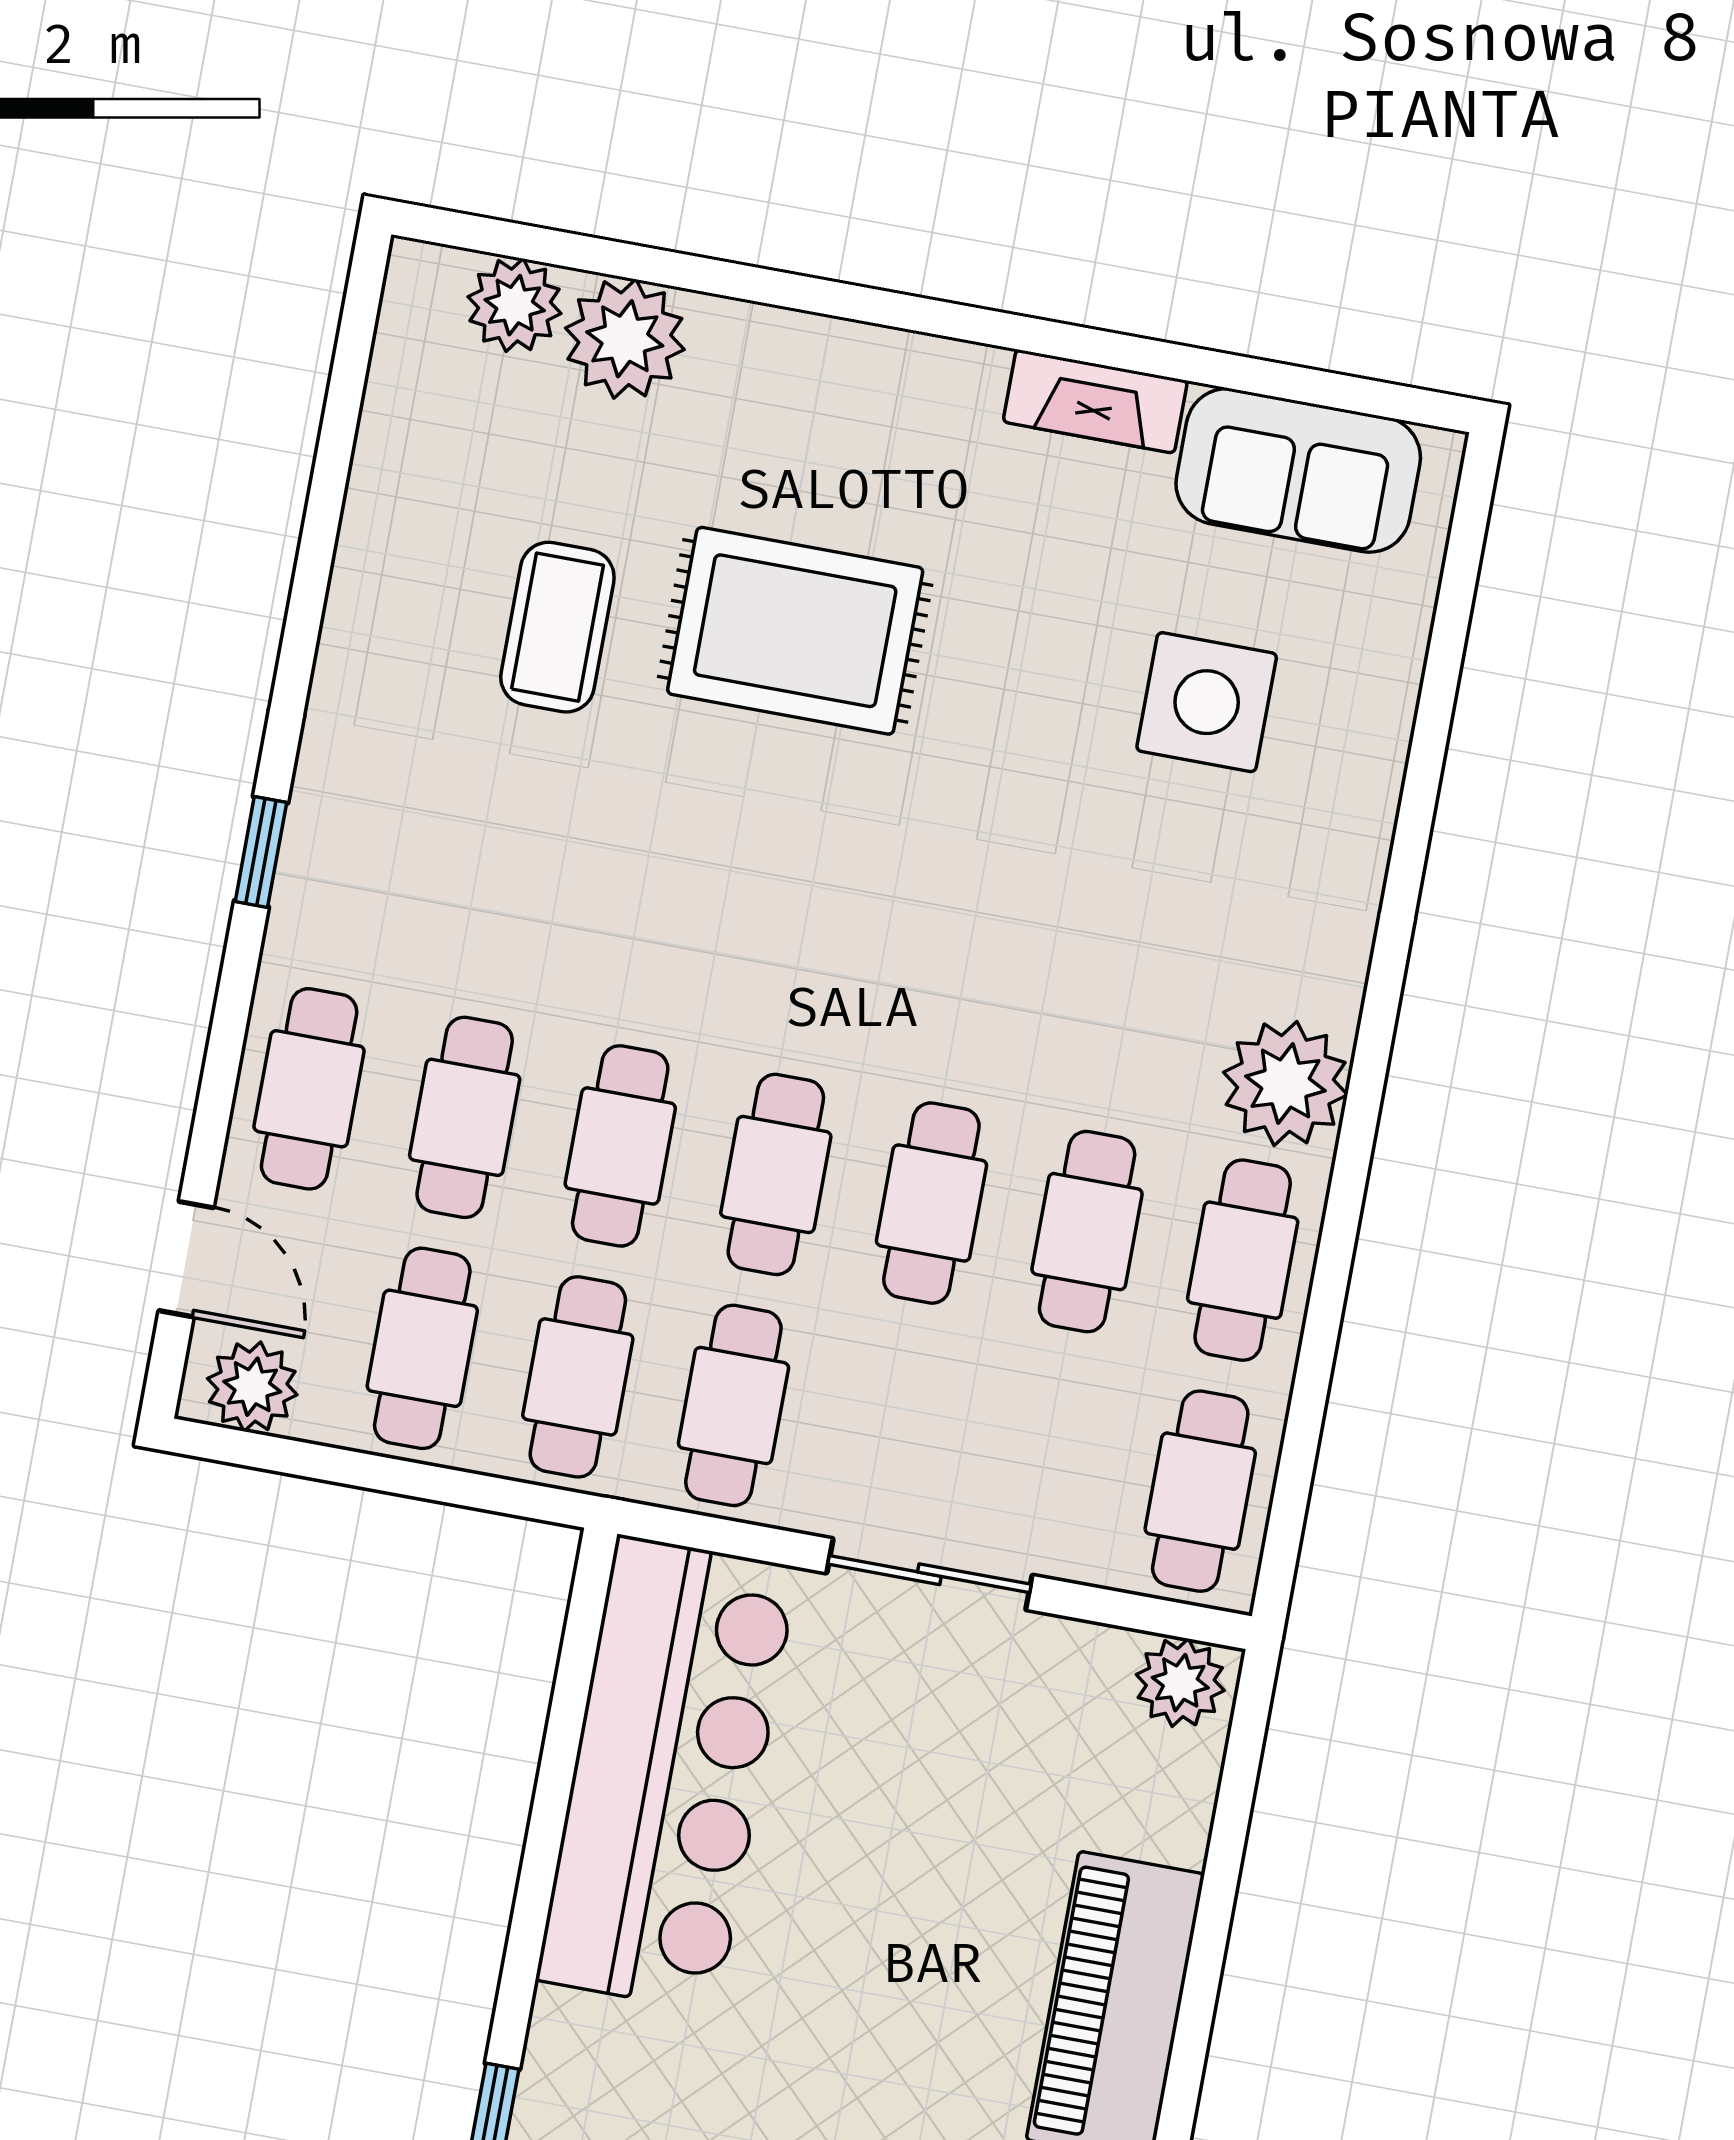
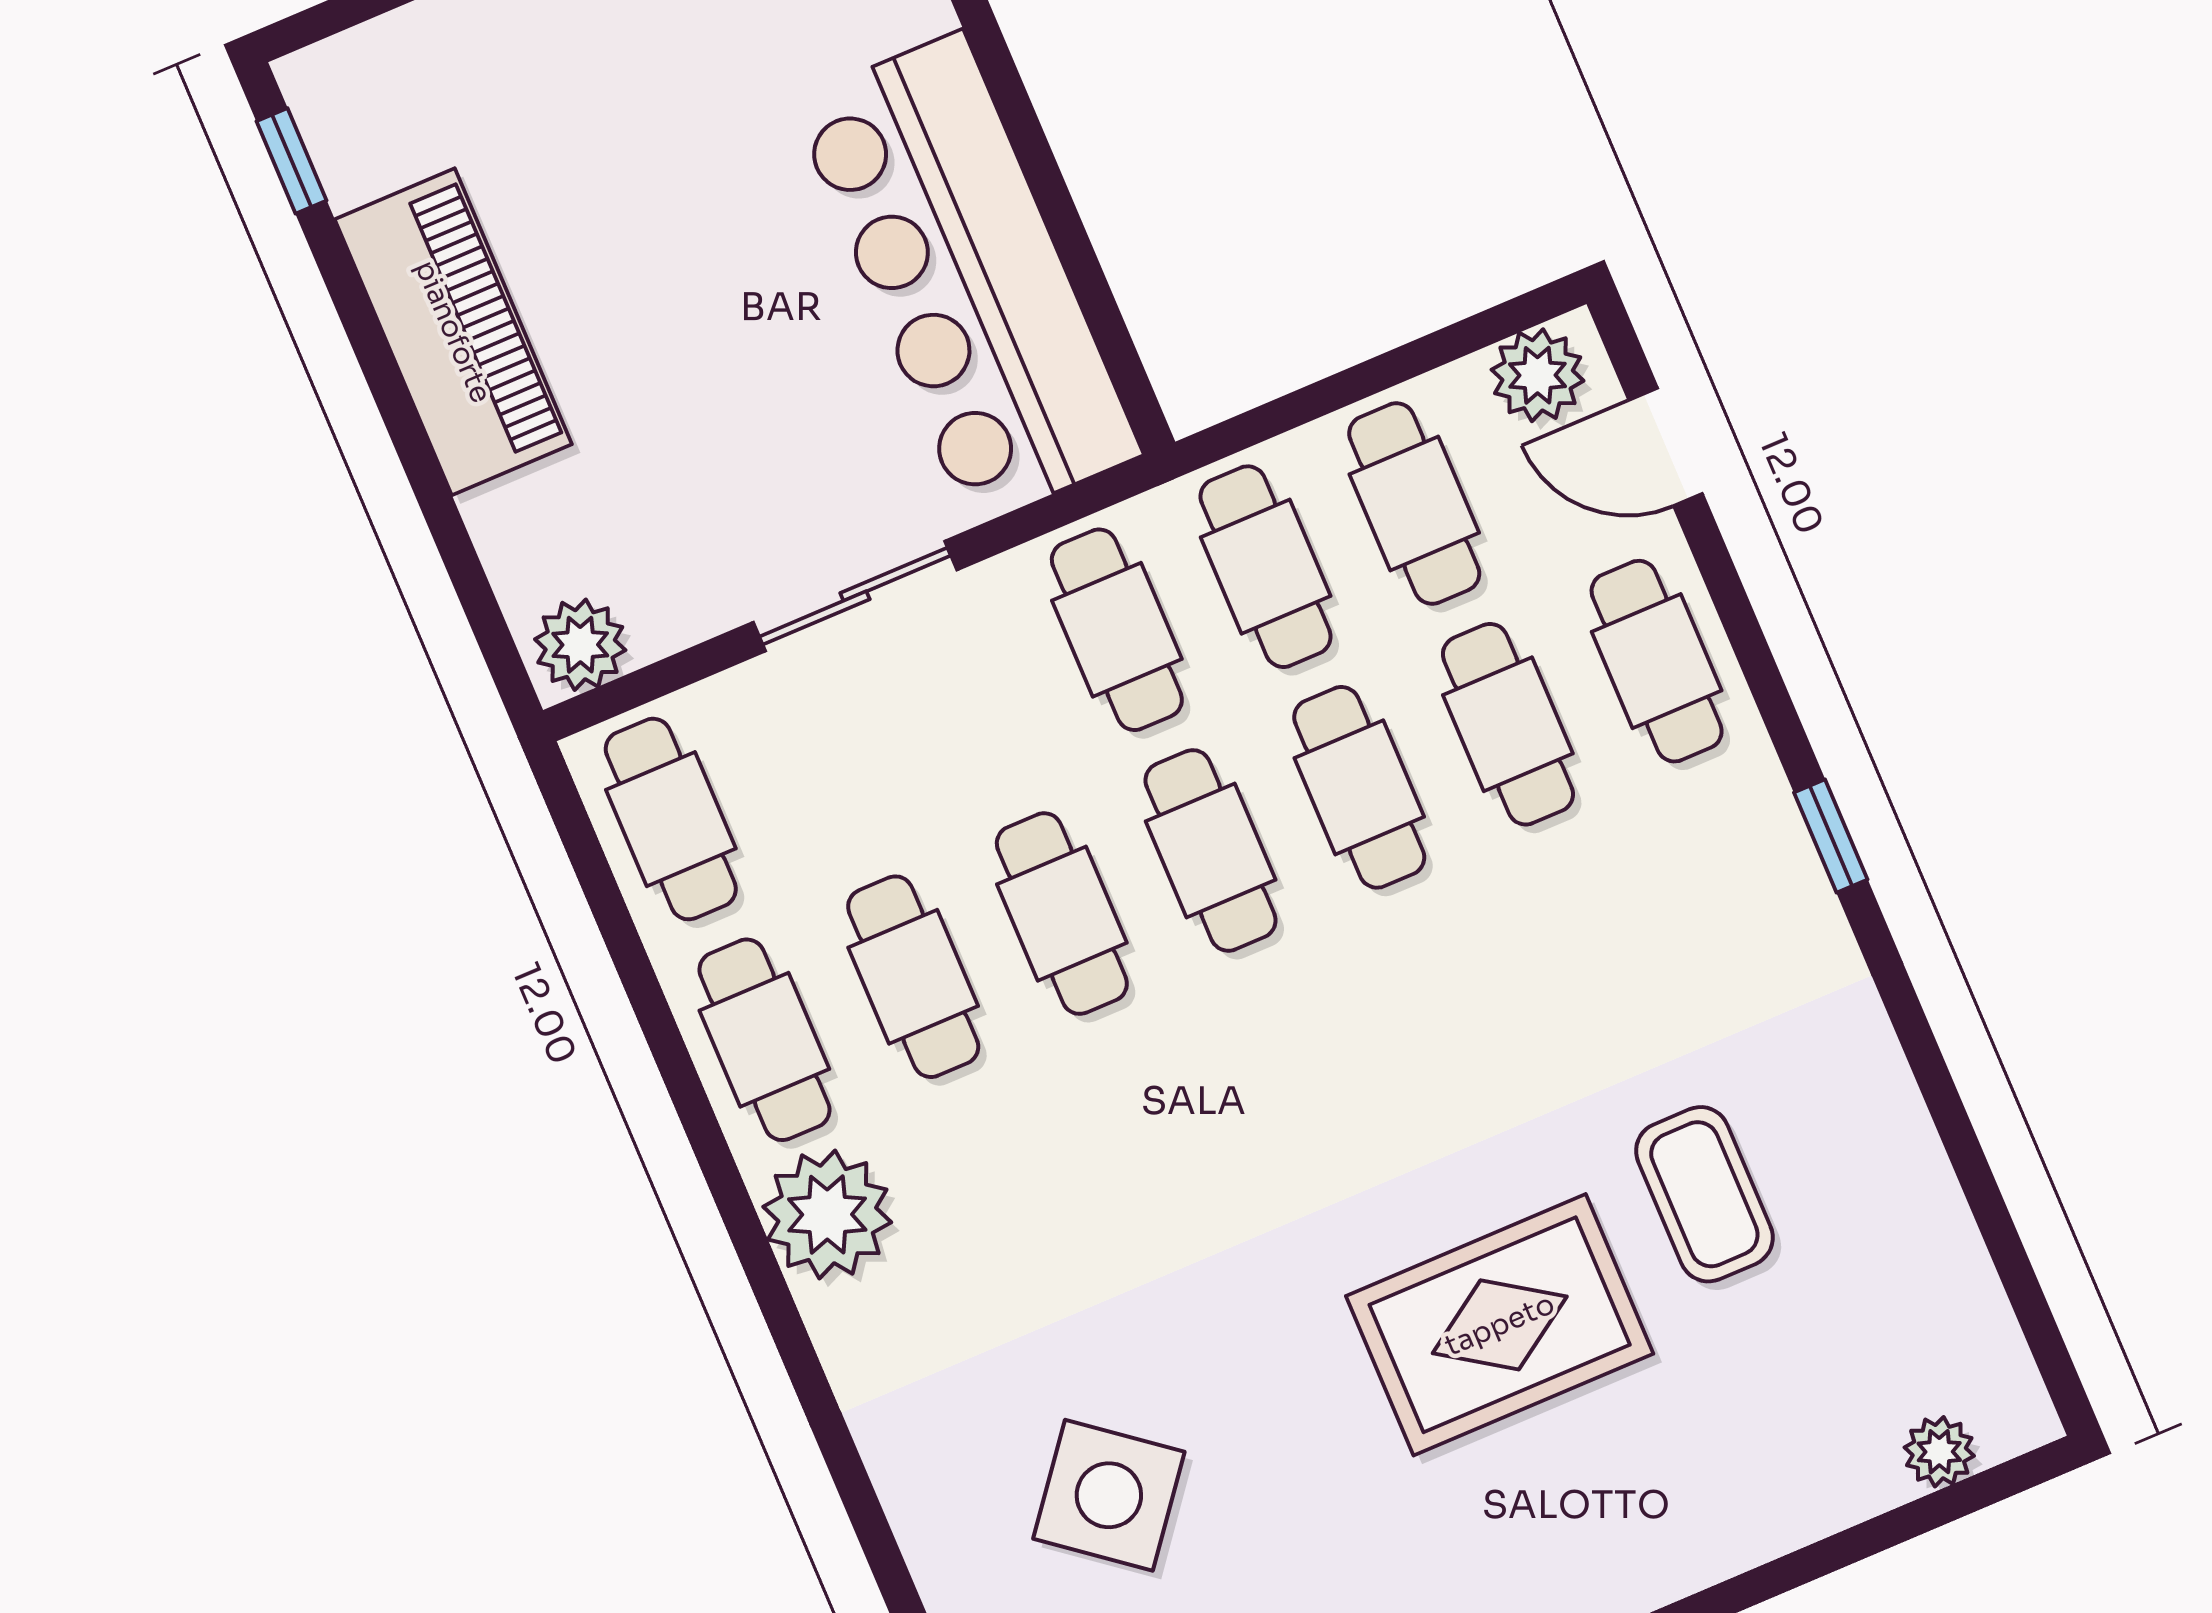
plant: (515, 305) -> (1939, 1452), width x0.73, depth x0.73
plant: (625, 339) -> (1809, 1478), removed
side table: (1207, 702) -> (1109, 1495), turned 38

